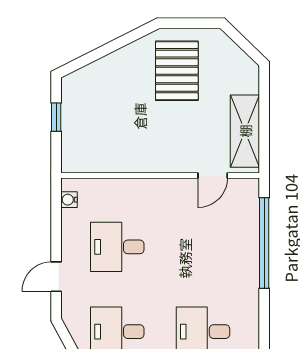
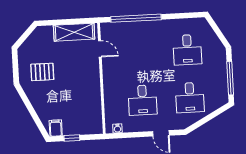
pallet: (177, 71) -> (42, 72), width x0.67, depth x0.71
filing cabinet: (75, 89) -> (56, 128), added

